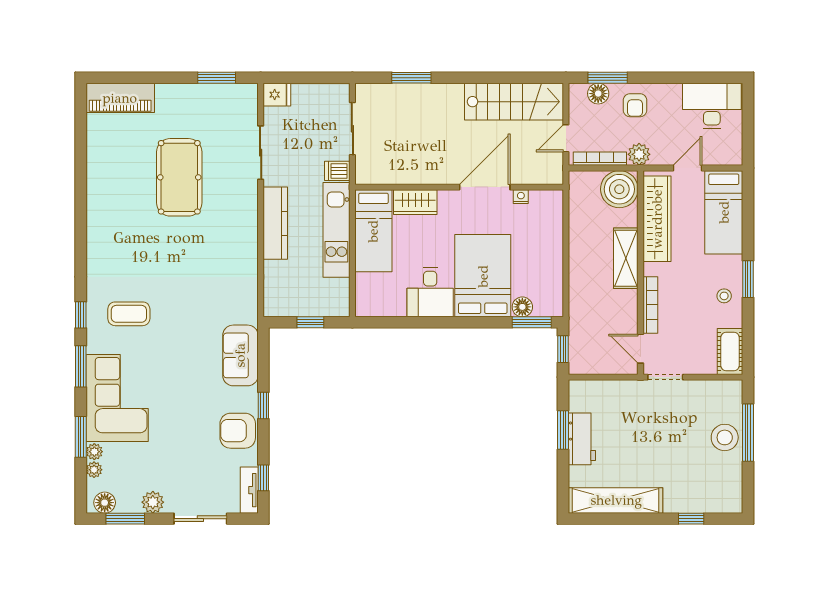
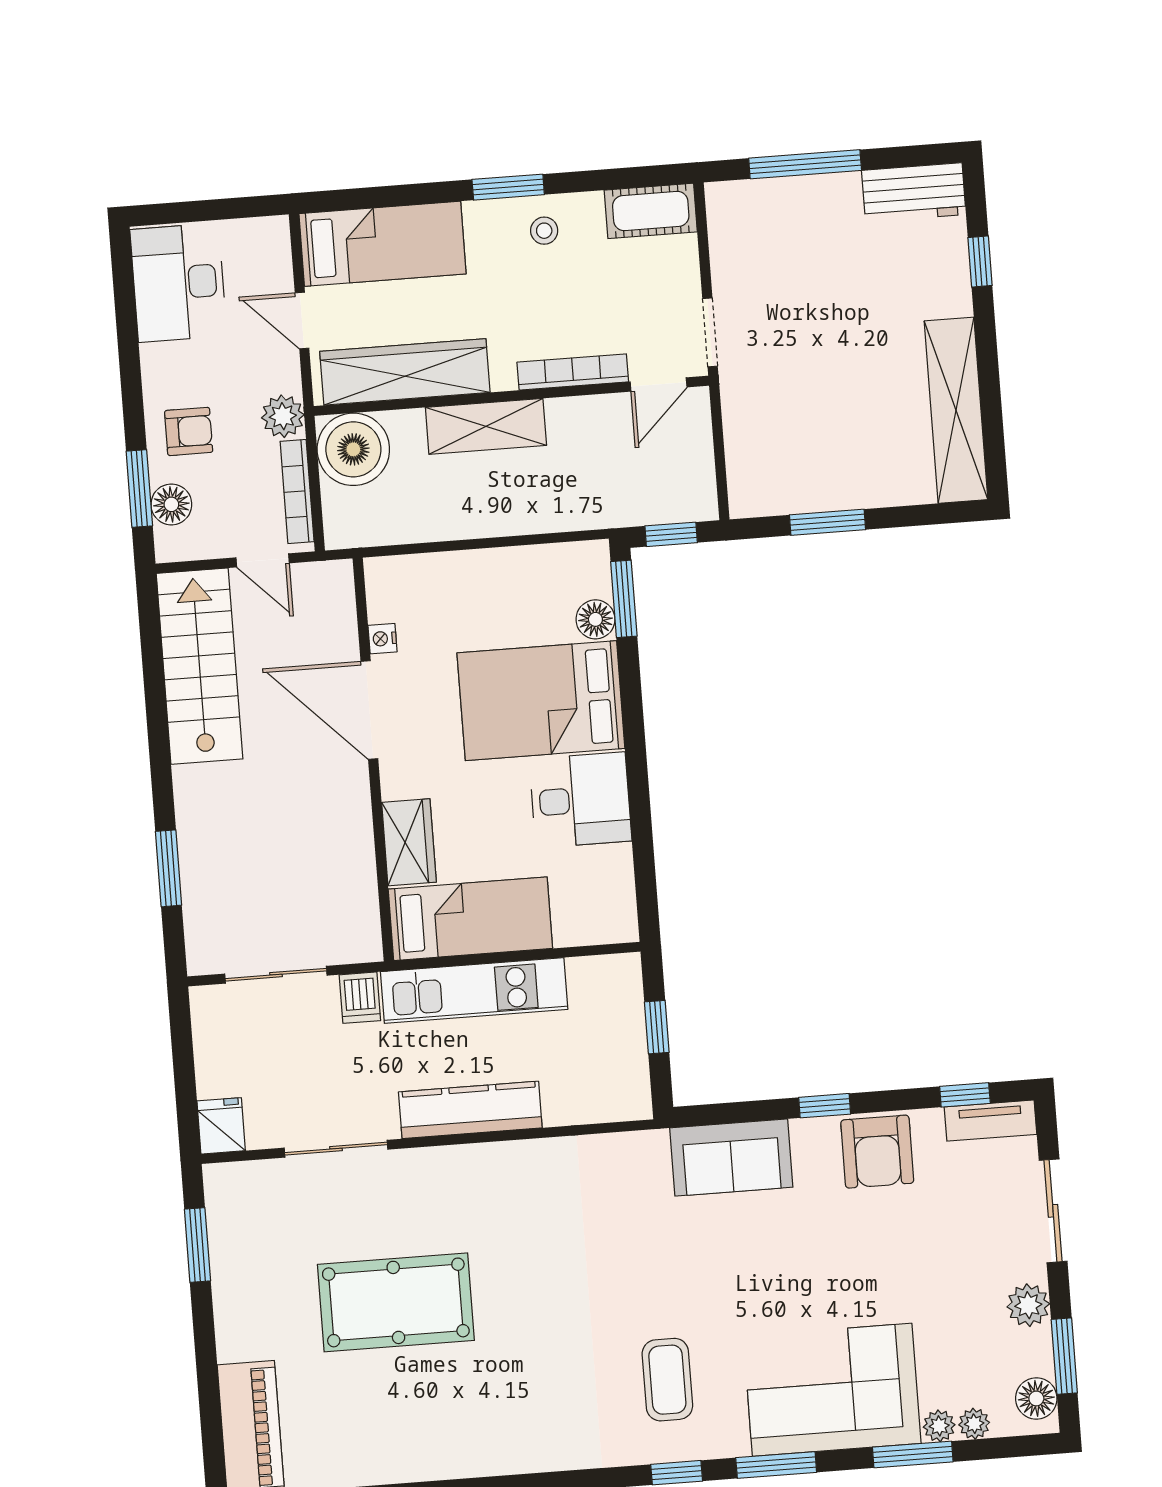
stool: (725, 437) -> (818, 209), removed
workbench: (582, 439) -> (914, 192), moved, turned 180

